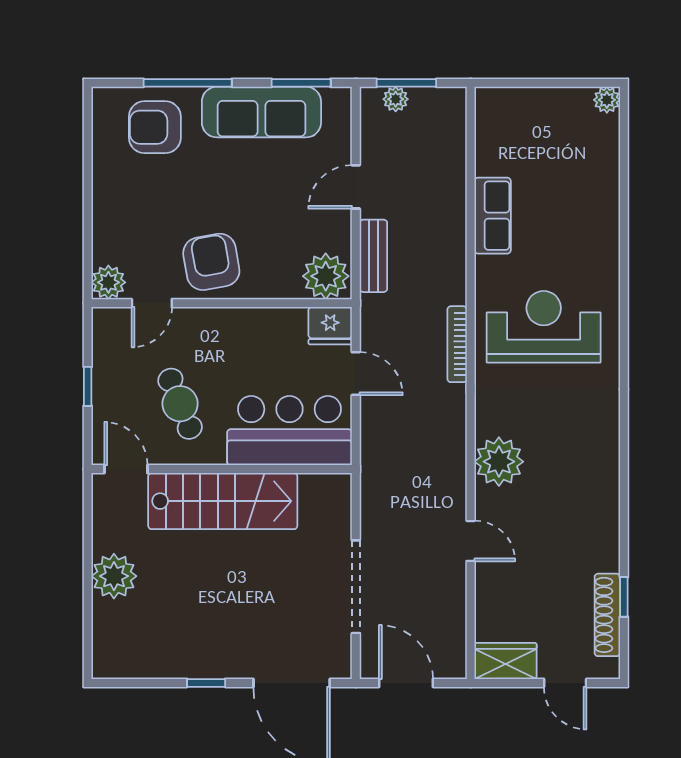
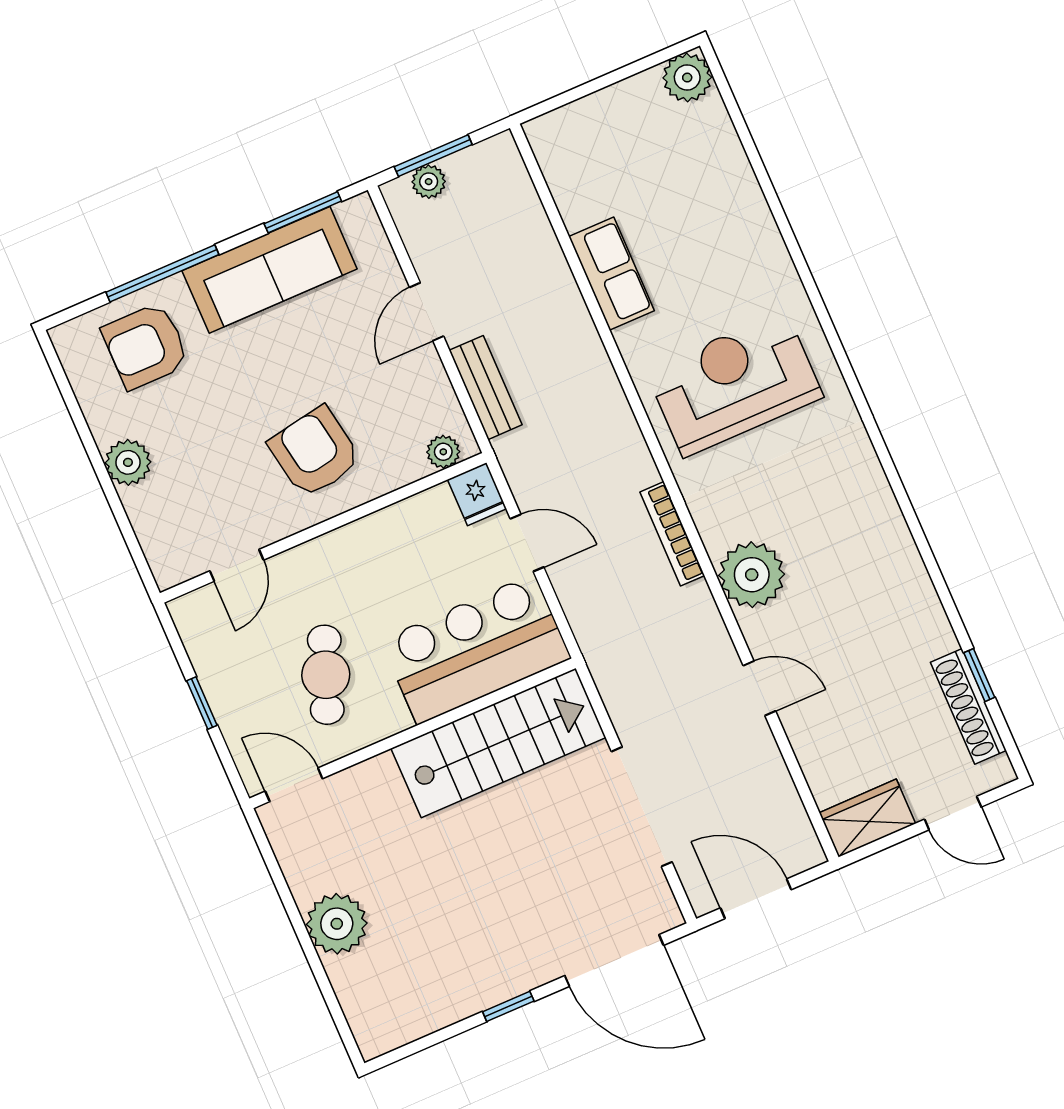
plant: (607, 100) -> (687, 78), width x1.38, depth x1.38
armchair: (211, 262) -> (315, 452), moved
plant: (326, 276) -> (443, 452), width x0.53, depth x0.53
plant: (108, 282) -> (128, 462), moved
fridge: (330, 326) -> (477, 494), width x0.72
bookcase: (457, 344) -> (672, 534), moved
cafe table: (180, 404) -> (326, 675), turned 43
stairs: (223, 501) -> (499, 743), moved

